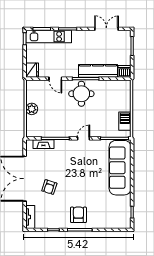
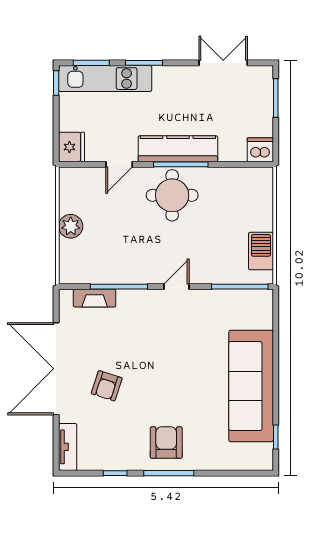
kitchen counter: (98, 71) -> (178, 149), moved
door: (55, 79) -> (119, 164), hinge flipped
sofa: (120, 168) -> (251, 386), moved

